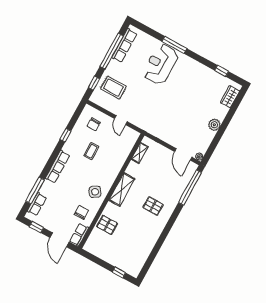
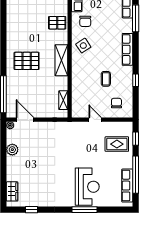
plant: (214, 125) -> (12, 150), moved
pallet: (153, 206) -> (27, 61), width x1.50, depth x1.42

